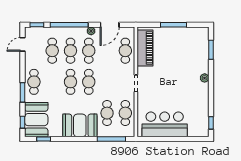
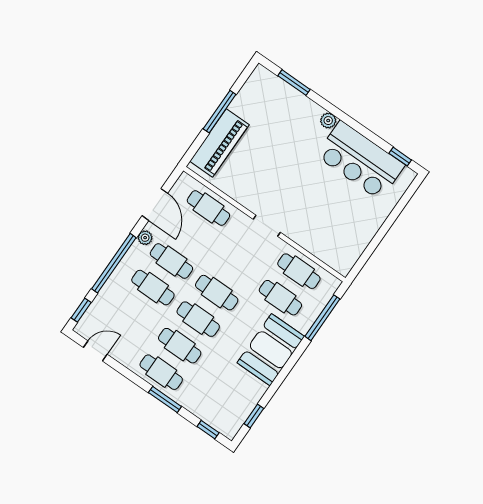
door: (22, 44) -> (95, 351), swing flipped
piano: (145, 48) -> (219, 143), moved, turned 90
cafe table: (52, 51) -> (180, 346), moved
booth: (36, 120) -> (218, 407), removed
bar counter: (165, 124) -> (360, 160), moved, turned -90

